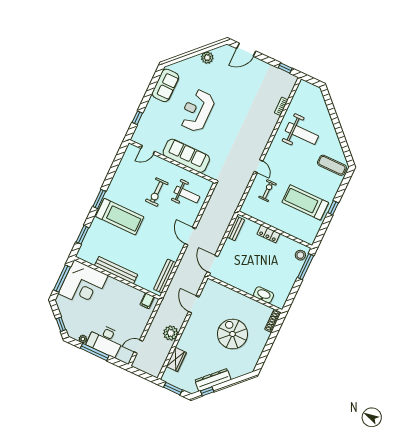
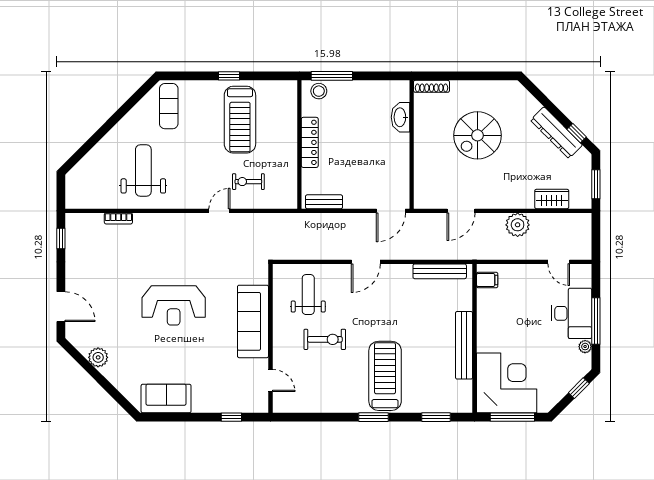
reception desk: (197, 111) -> (174, 305), moved
locker: (269, 234) -> (310, 142), width x1.53

